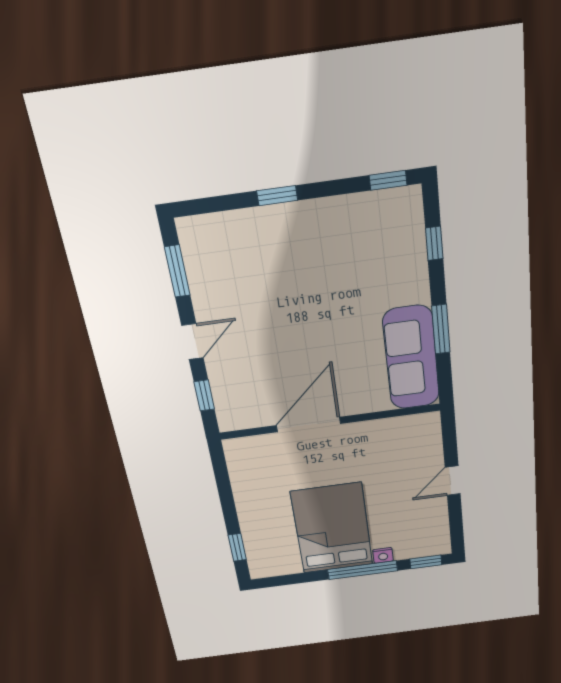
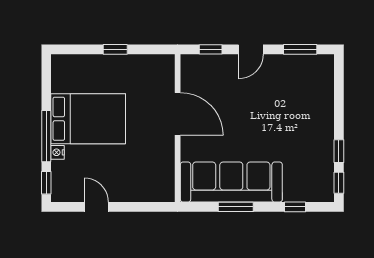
window: (277, 196) -> (339, 151), moved
door: (193, 342) -> (251, 49), hinge flipped
sofa: (411, 358) -> (231, 182), width x1.36, depth x1.27
door: (453, 481) -> (96, 207), moved
window: (237, 547) -> (115, 49), moved

